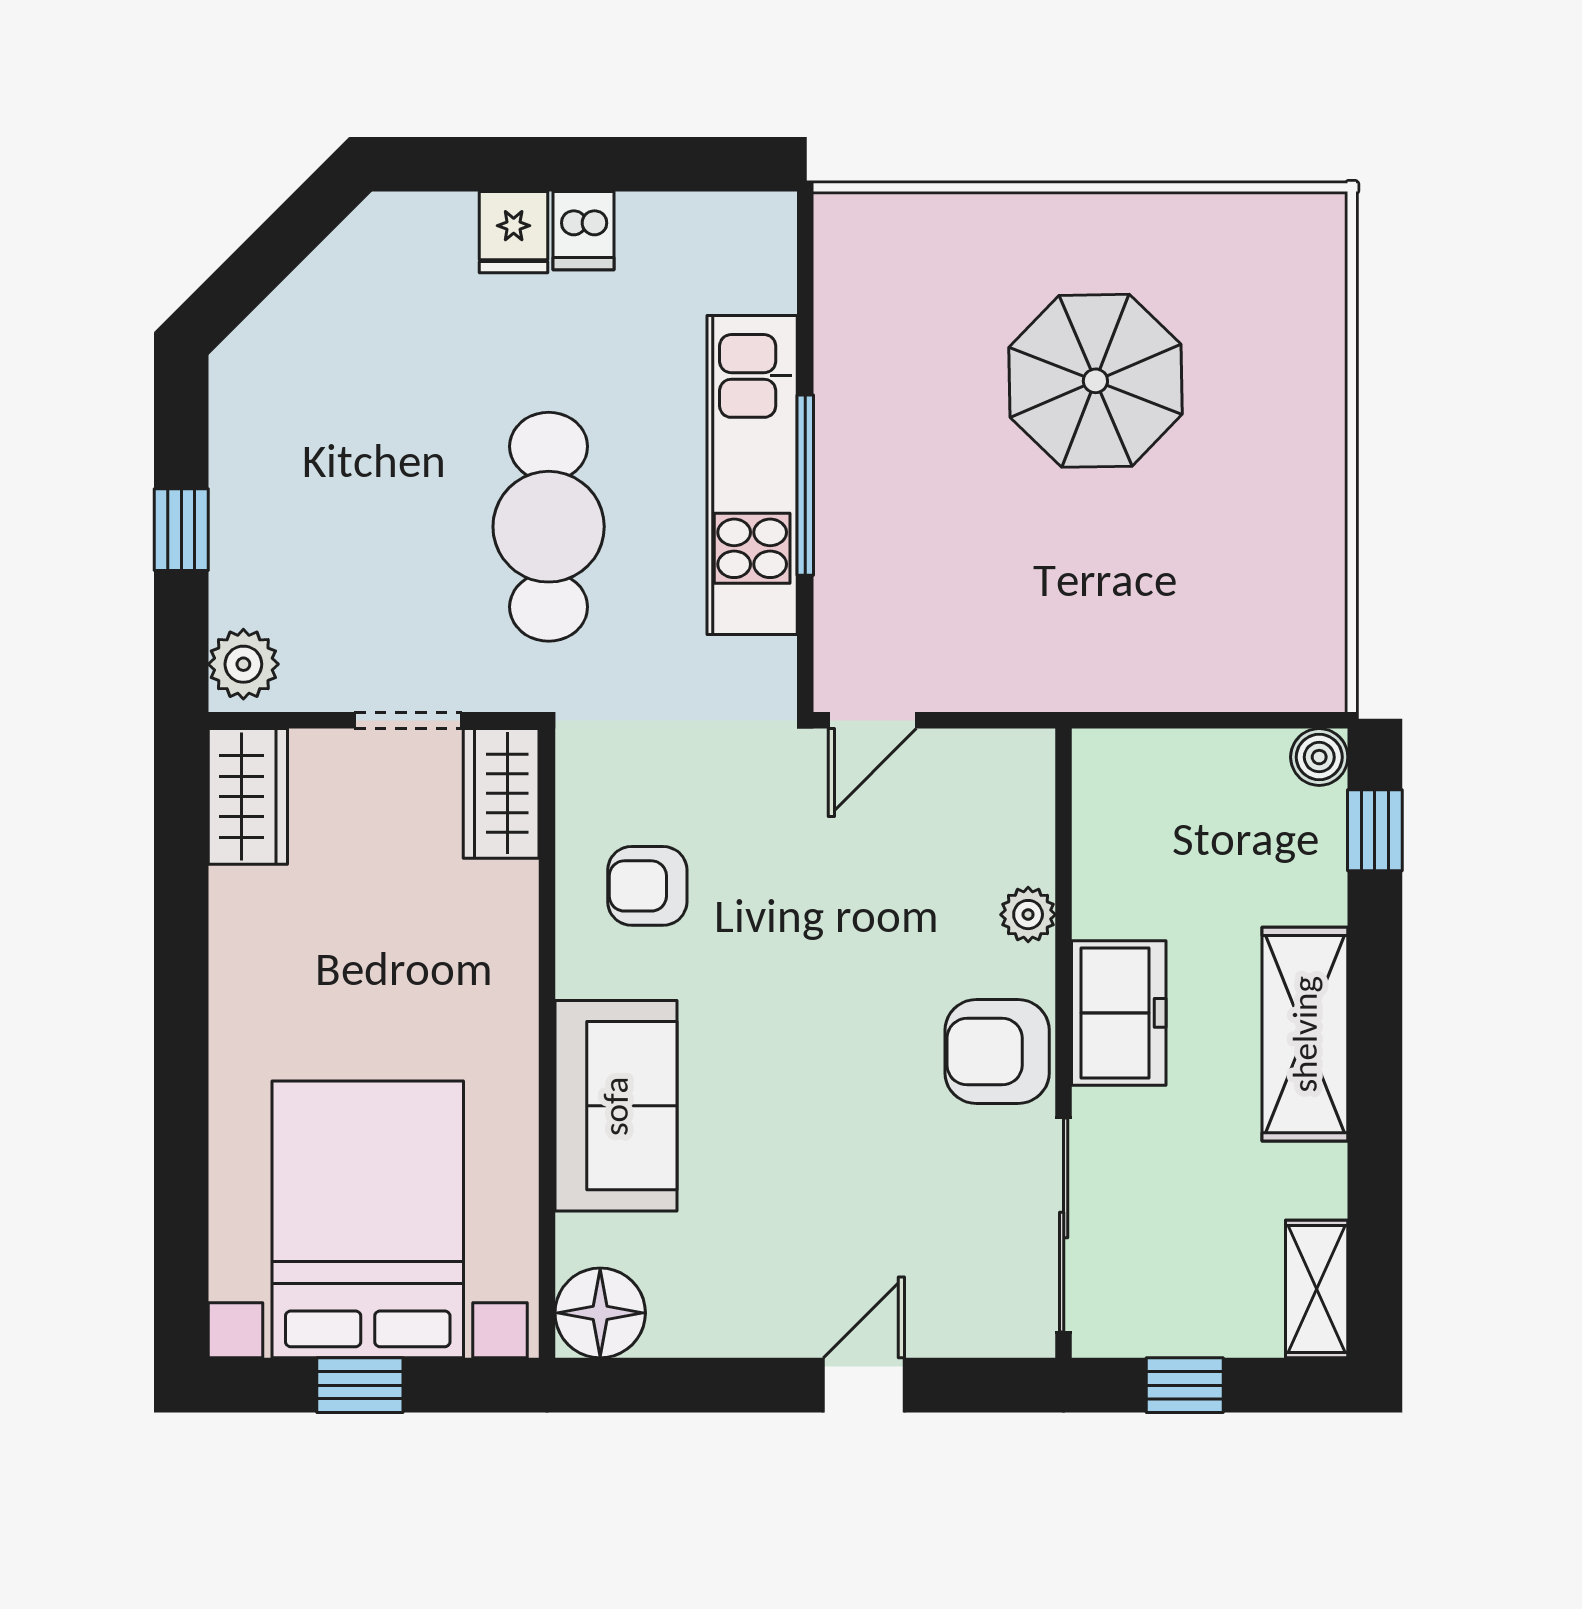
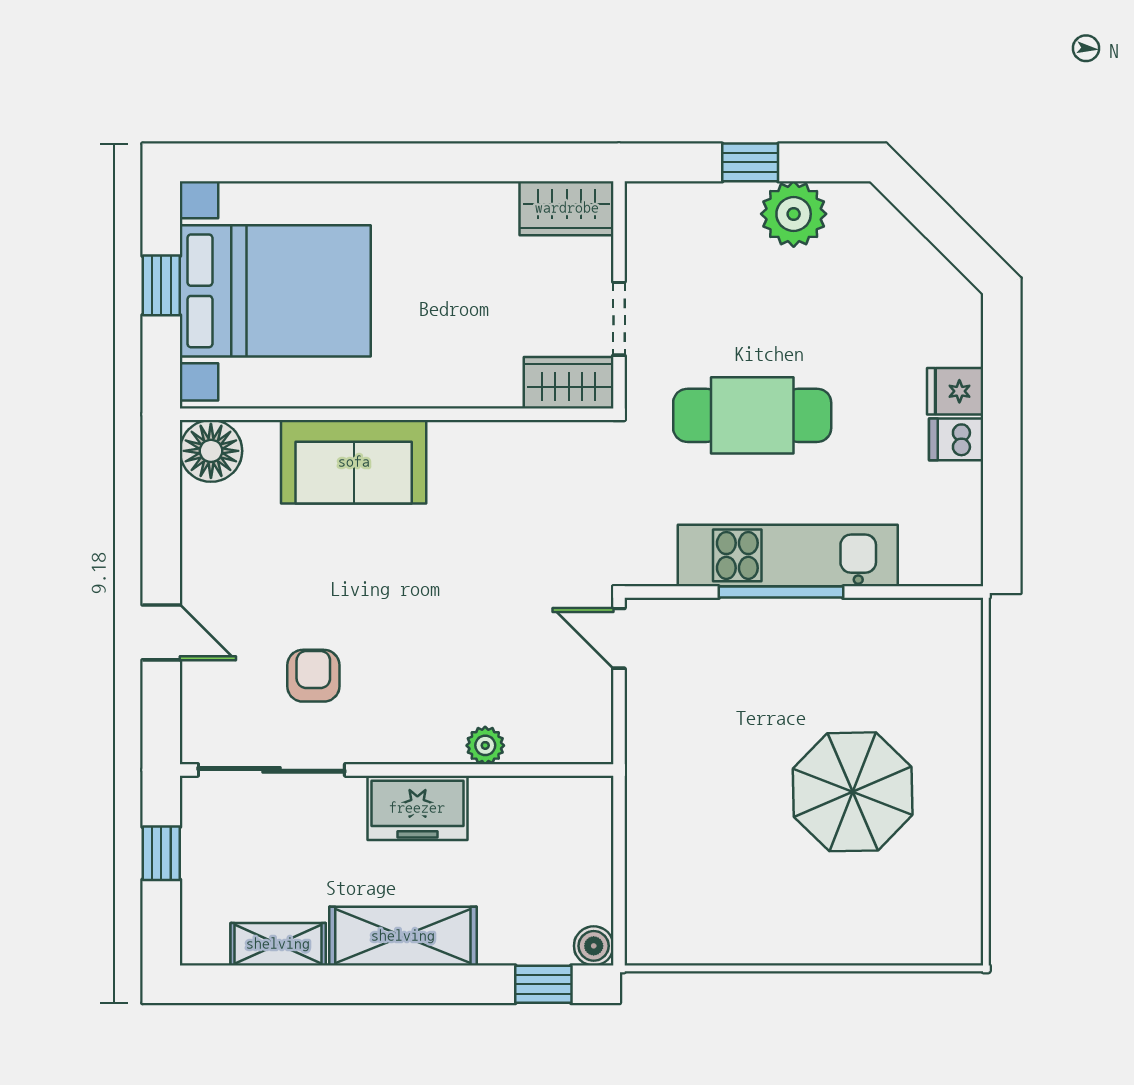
plant: (243, 664) -> (794, 214), moved, width x1.36, depth x1.36
armchair: (647, 886) -> (505, 483), removed
armchair: (997, 1052) -> (313, 676), moved, width x0.72, depth x0.72
shelving: (1317, 1289) -> (278, 944), moved

